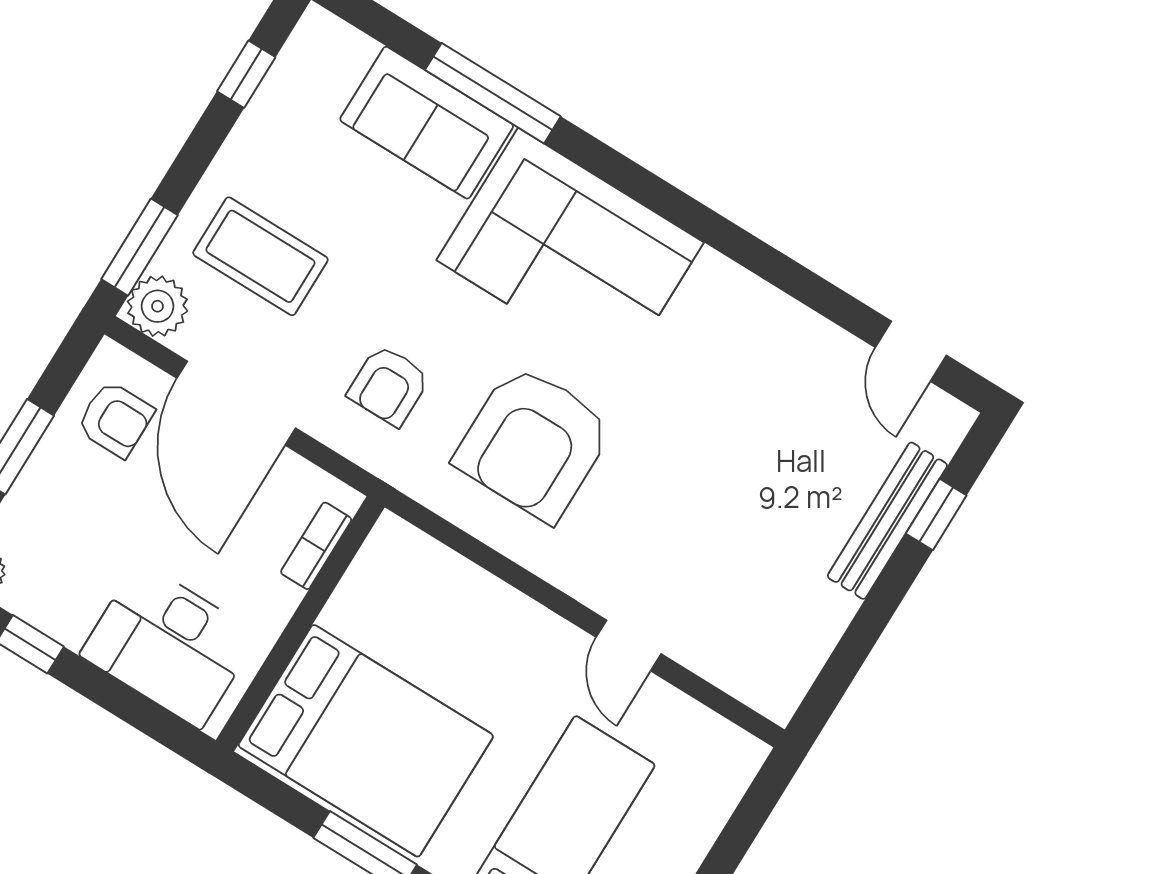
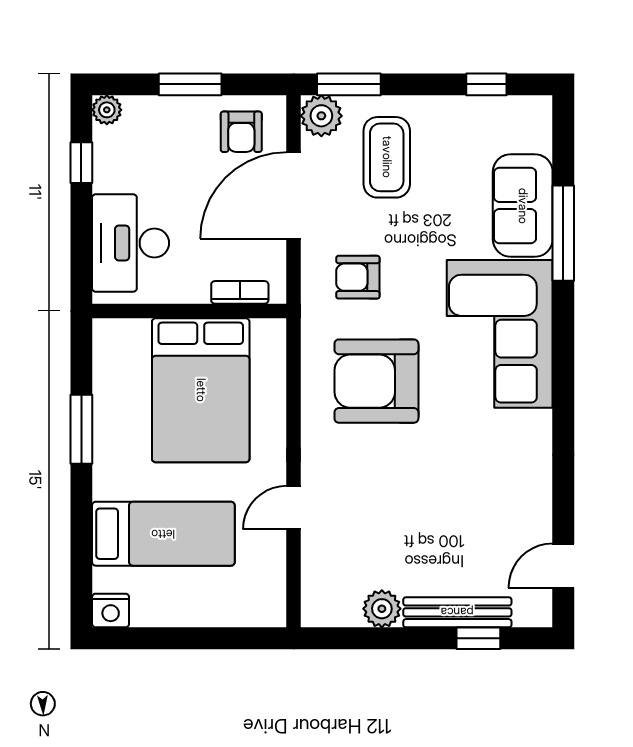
plant: (824, 613) -> (382, 609), added
bed: (366, 741) -> (201, 390), moved

